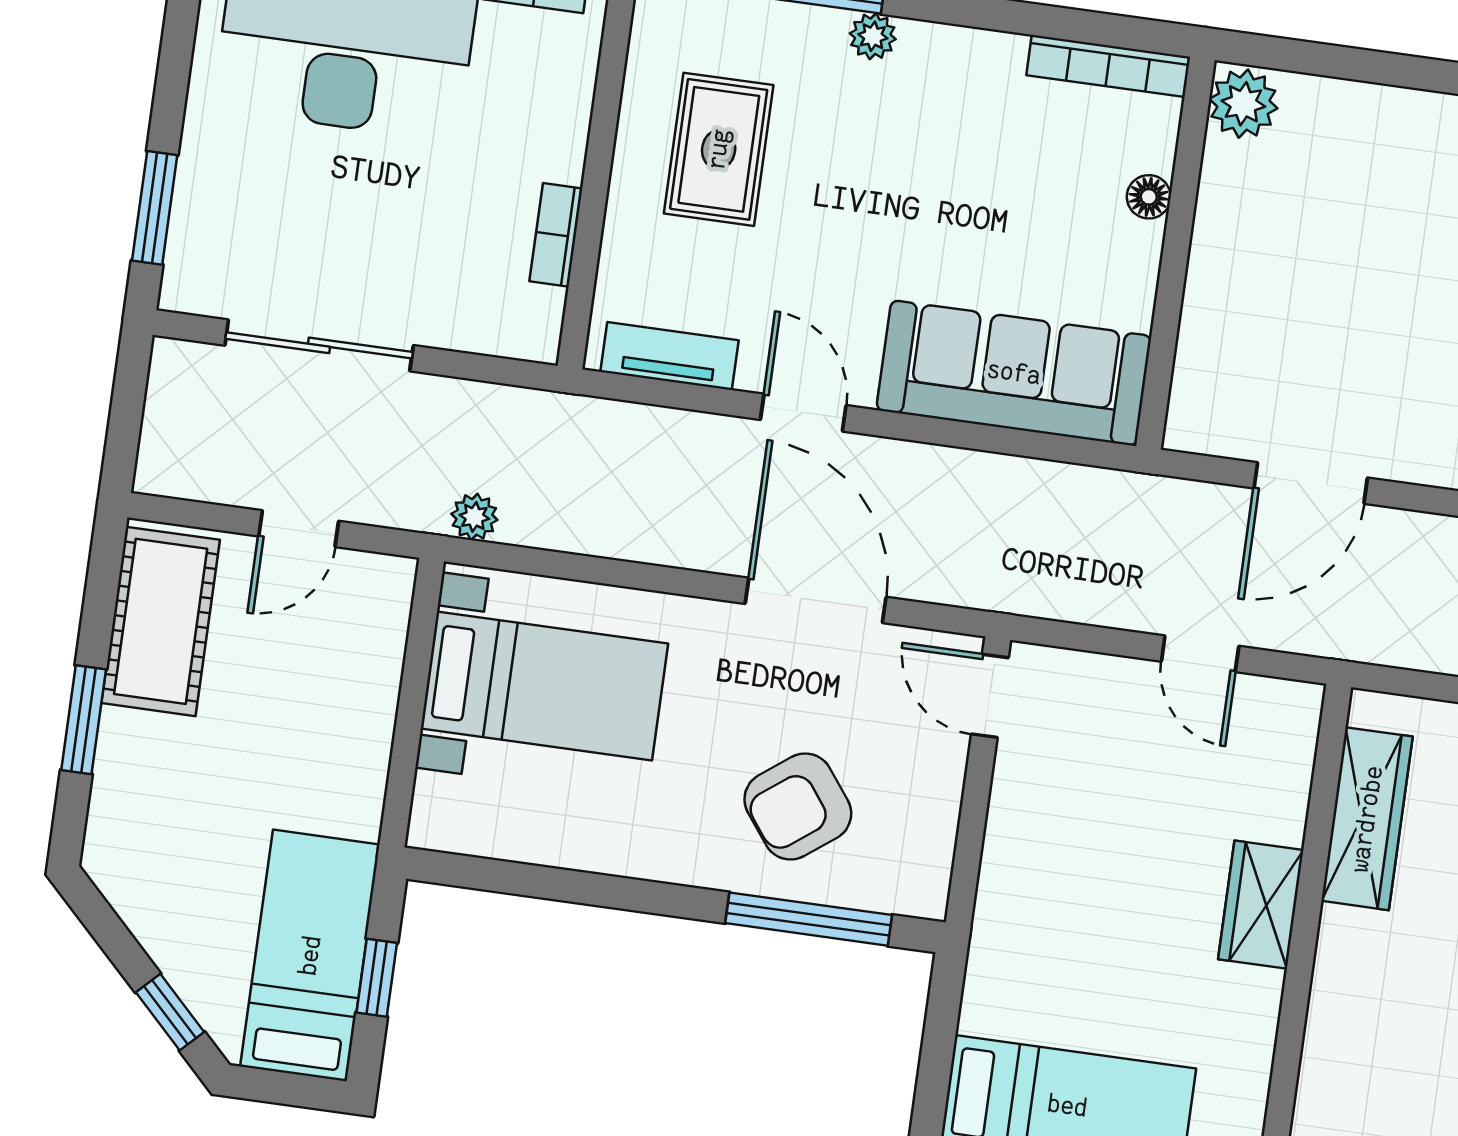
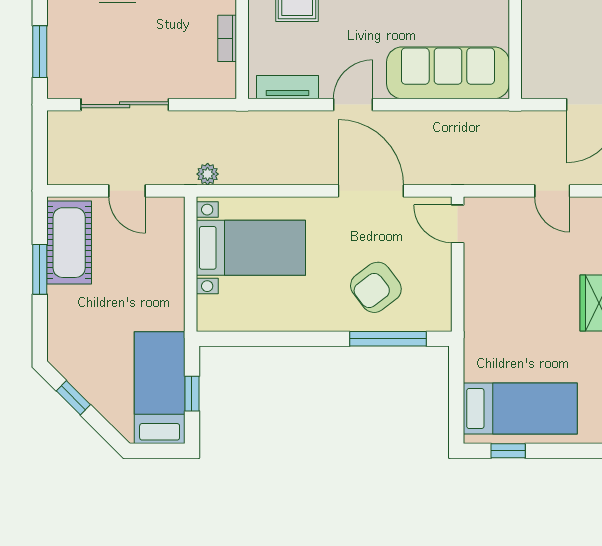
door: (803, 413) -> (353, 105), hinge flipped
door: (299, 529) -> (127, 191), hinge flipped
window: (84, 720) -> (40, 269), moved
window: (170, 1012) -> (73, 398), moved

